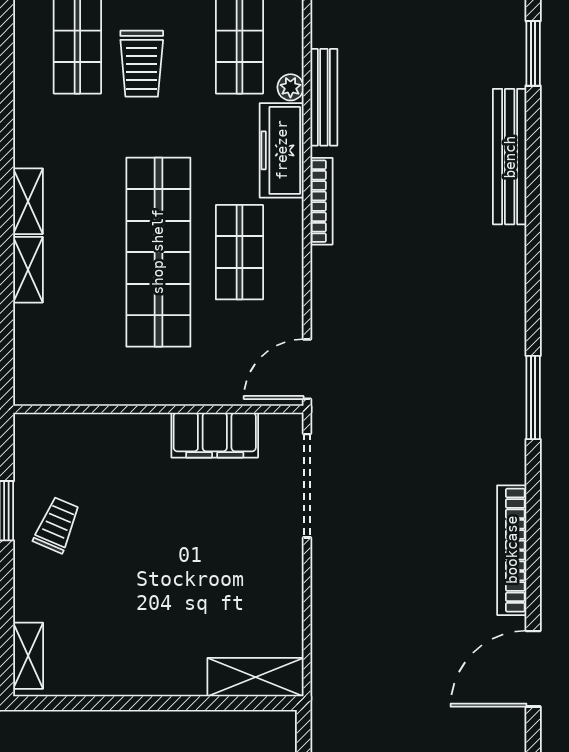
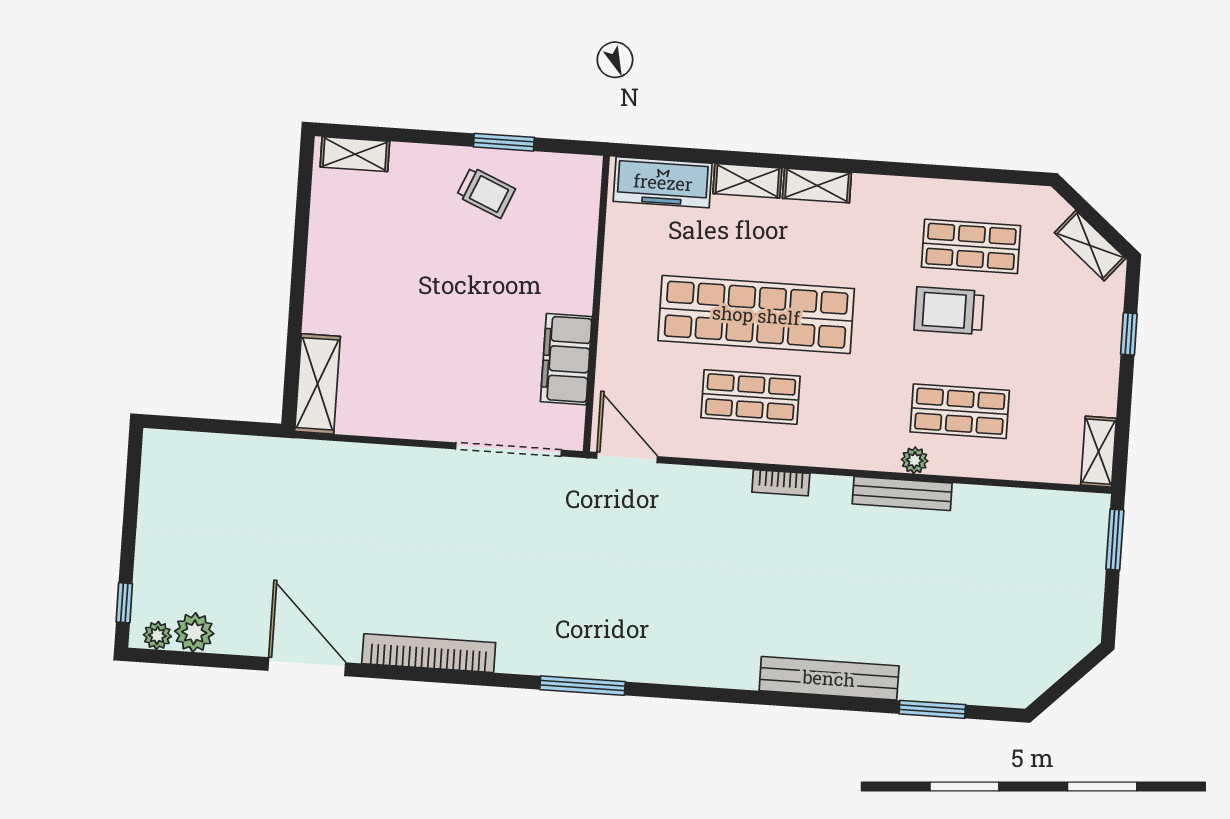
freezer: (282, 150) -> (663, 182), moved, turned 180
bookcase: (321, 201) -> (781, 483), width x0.64

